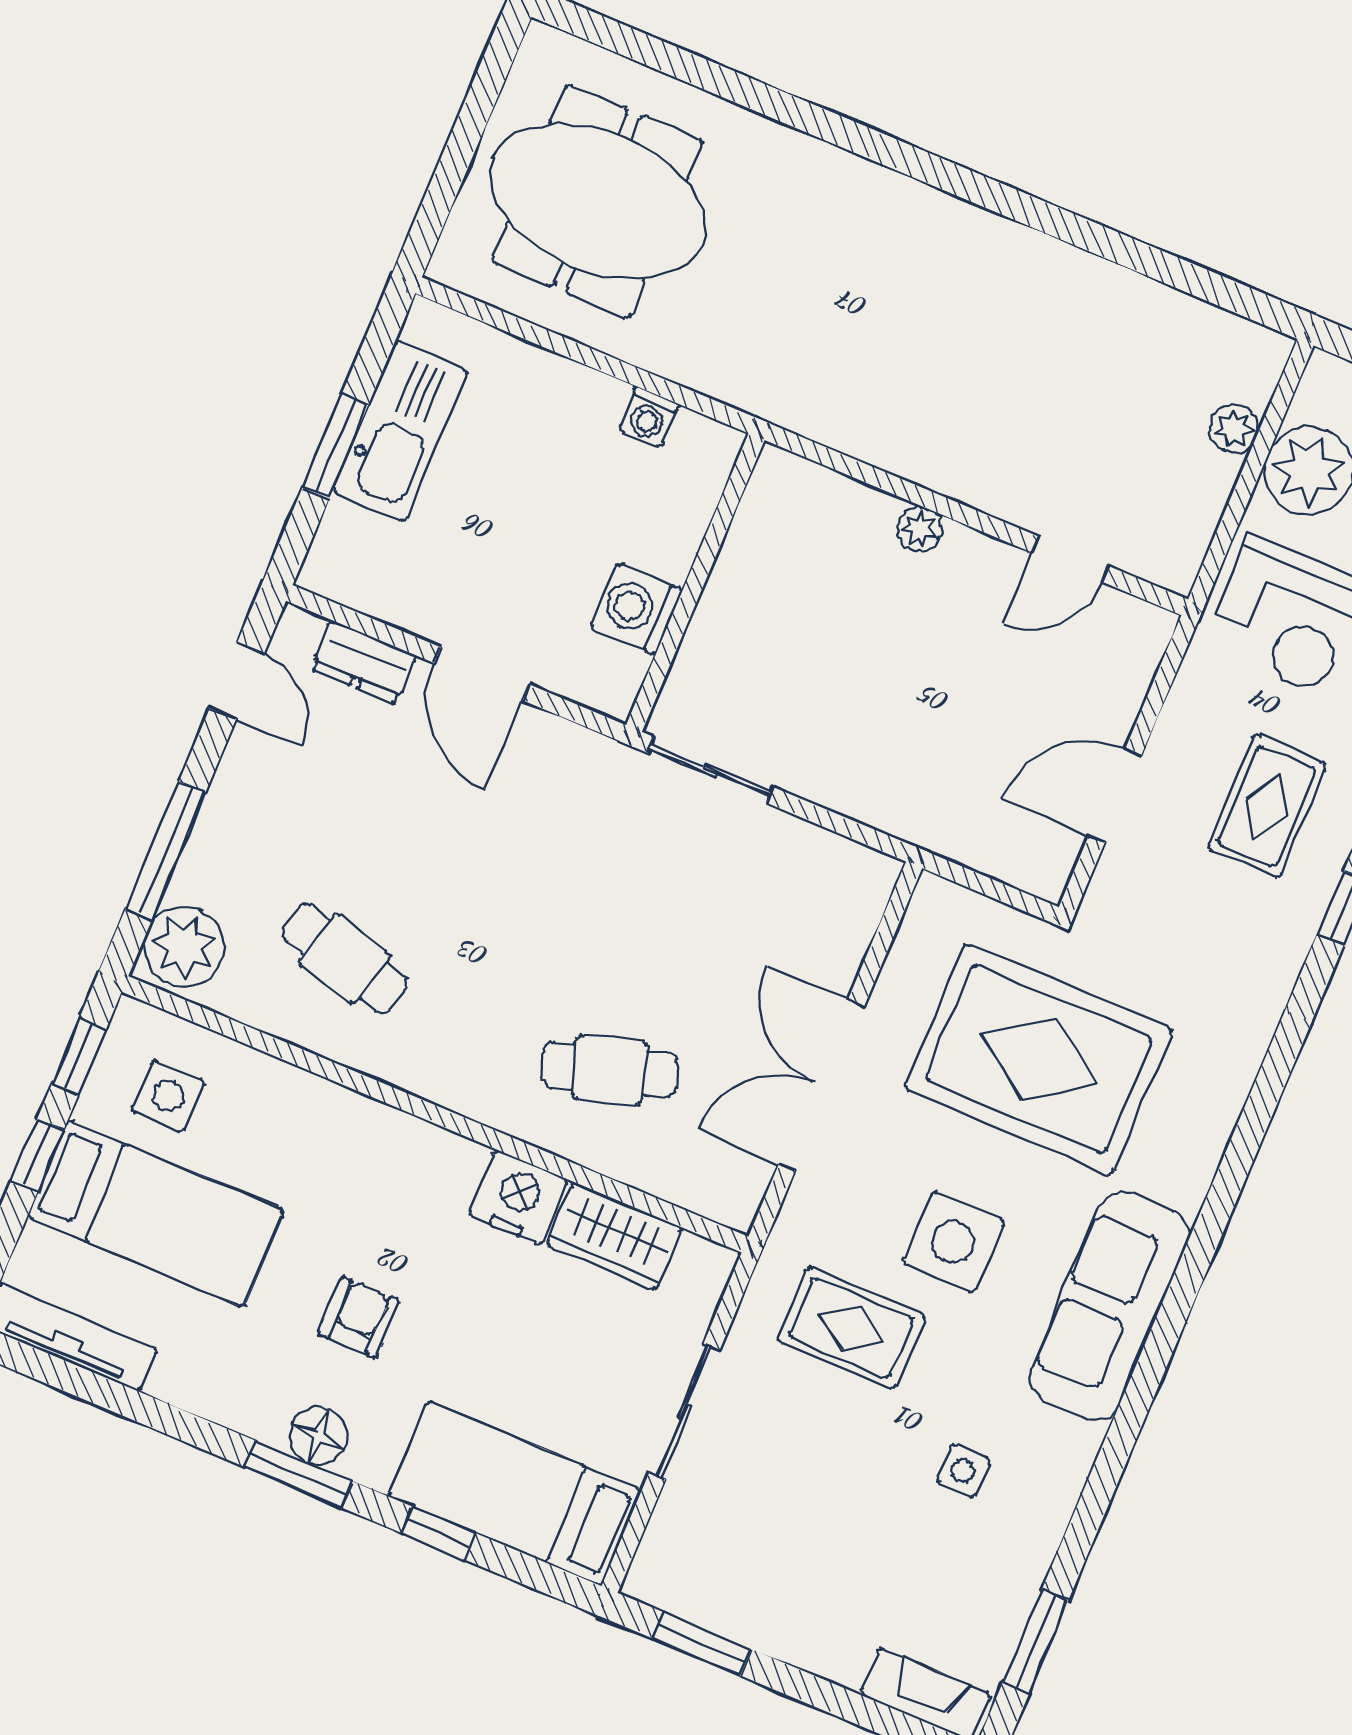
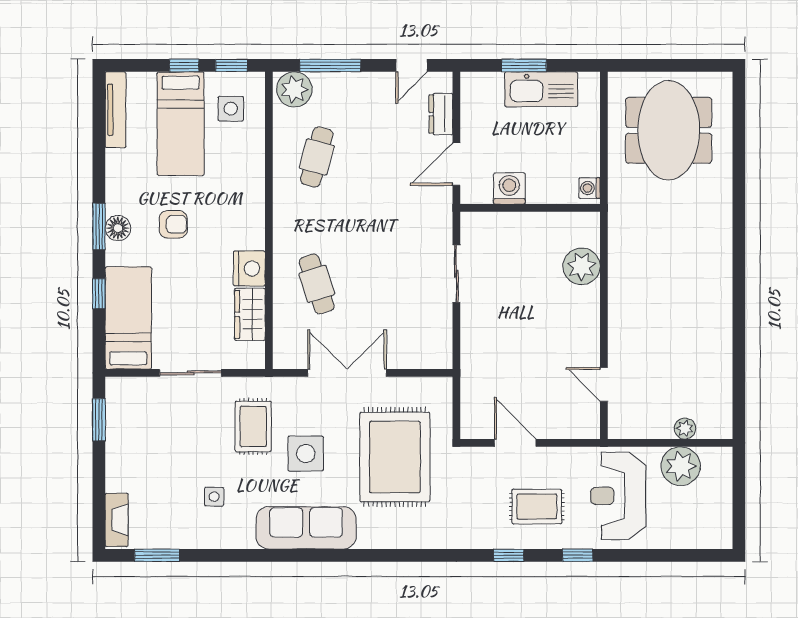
plant: (919, 529) -> (582, 266), moved, width x1.88, depth x1.88
wall: (695, 583) -> (530, 208), moved
washing machine: (636, 609) -> (509, 188), moved

